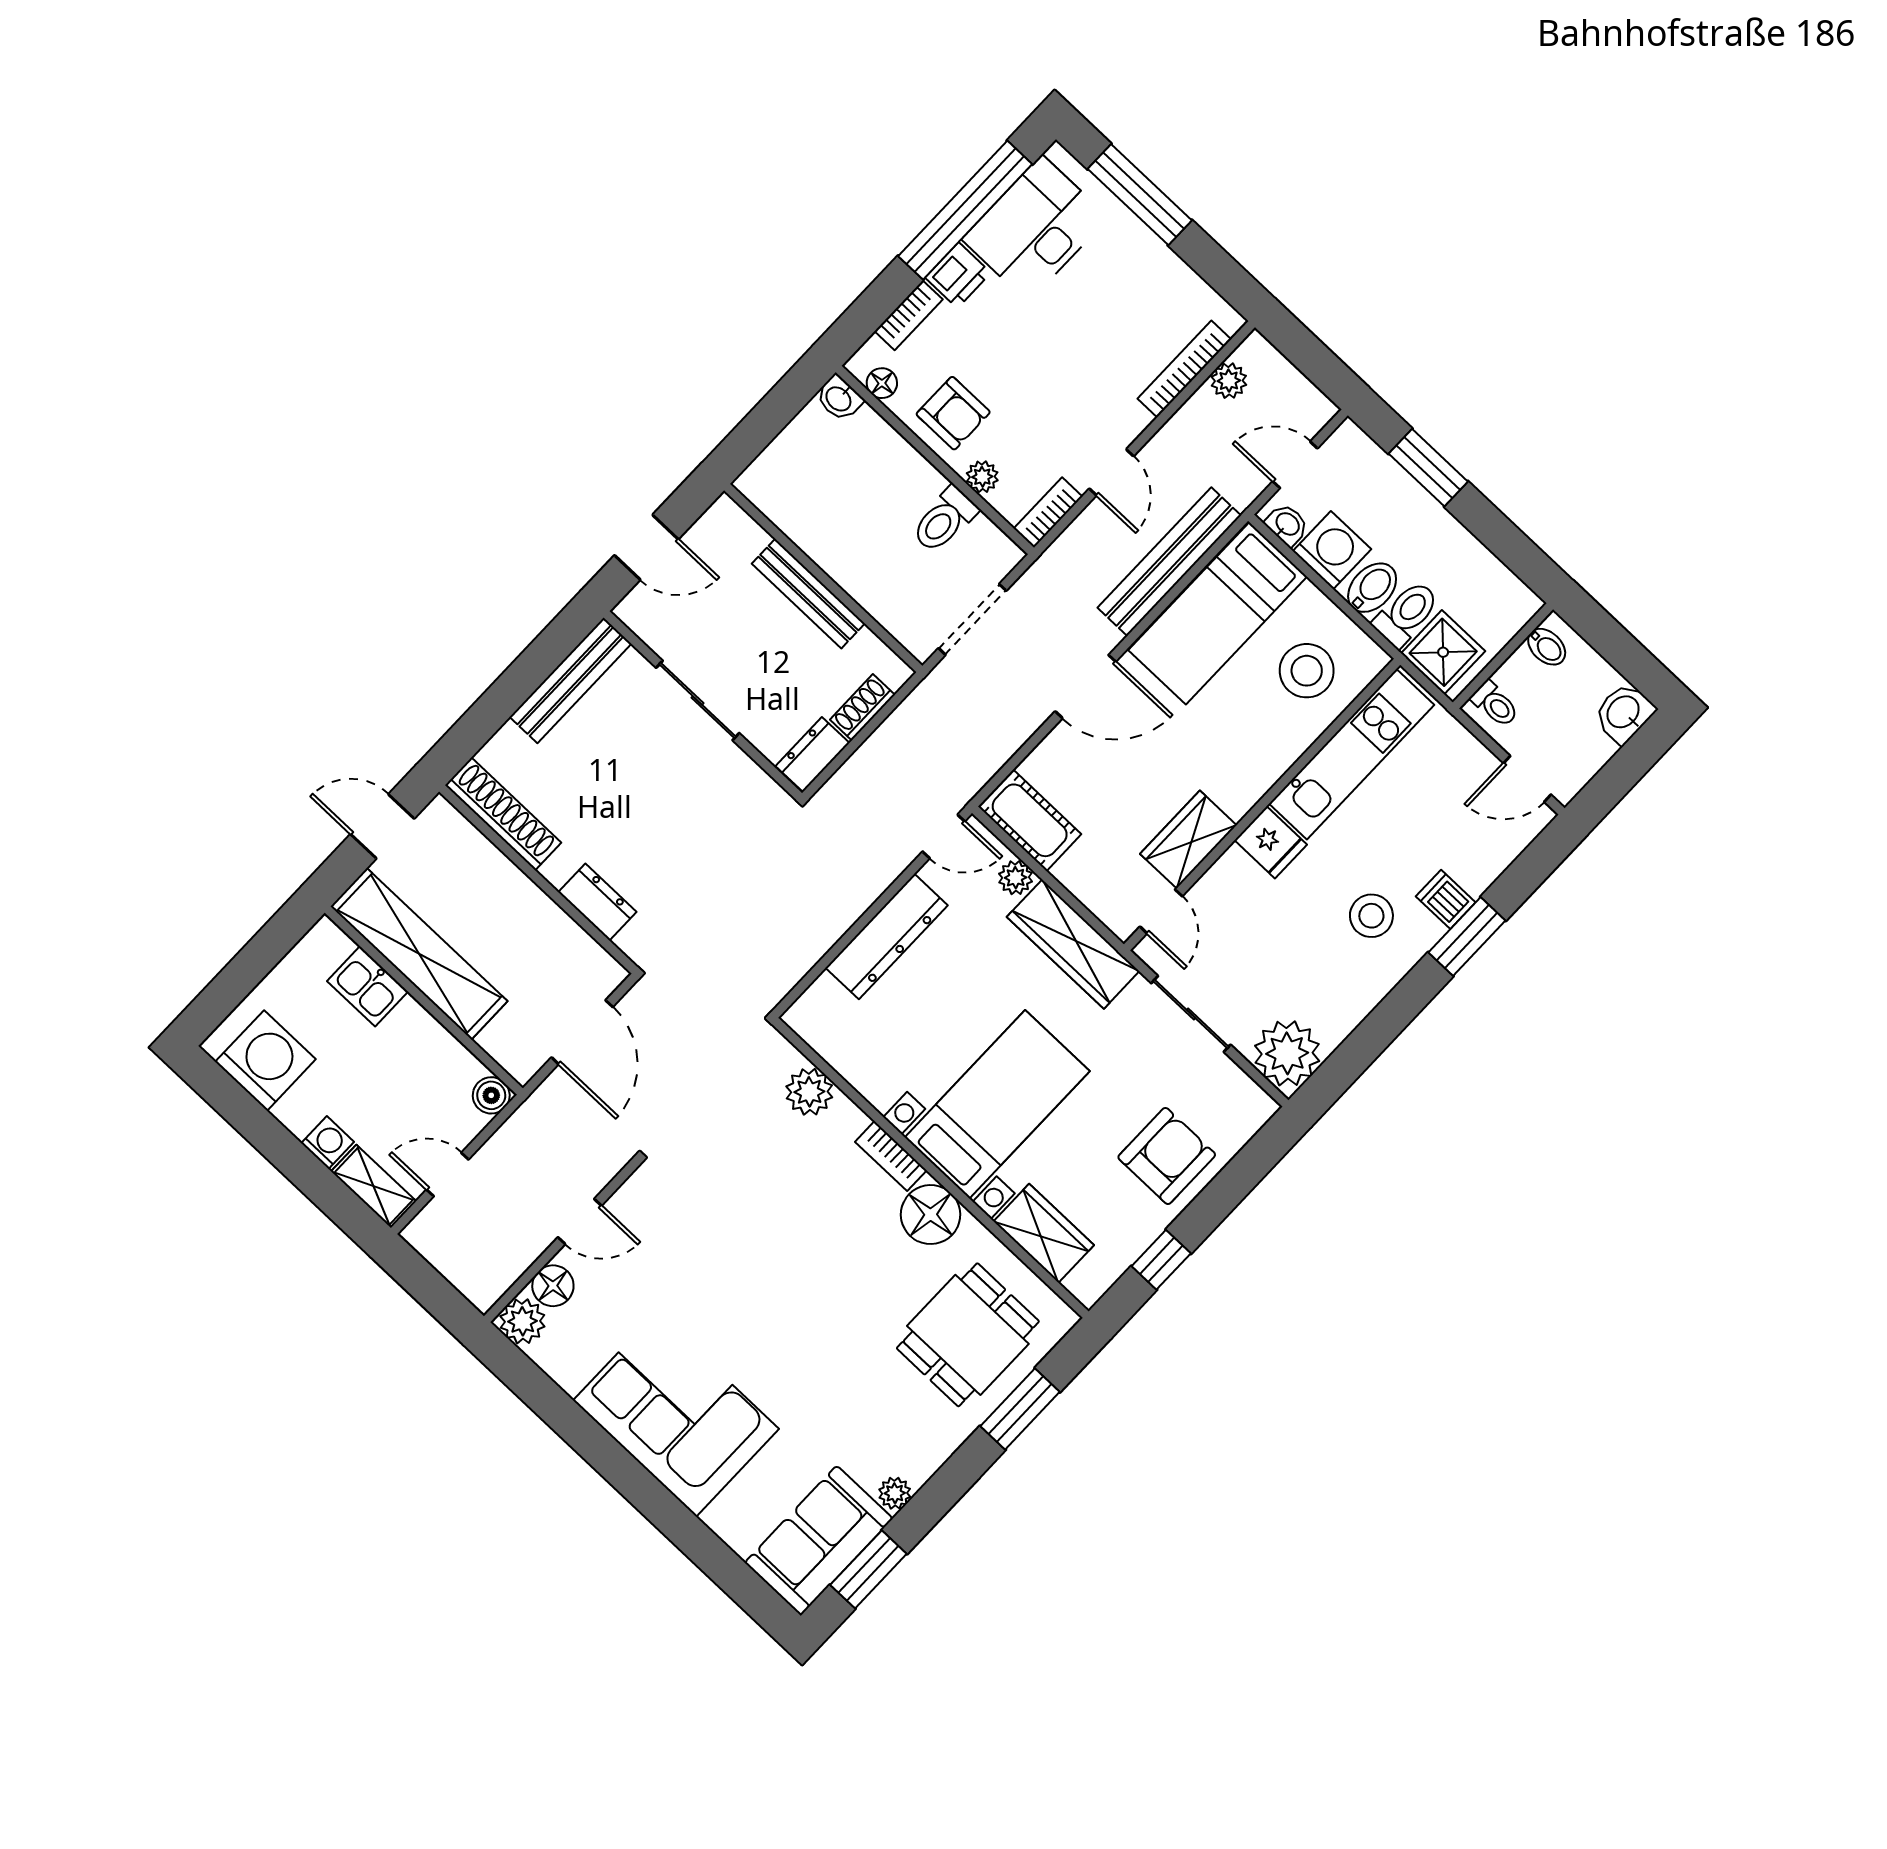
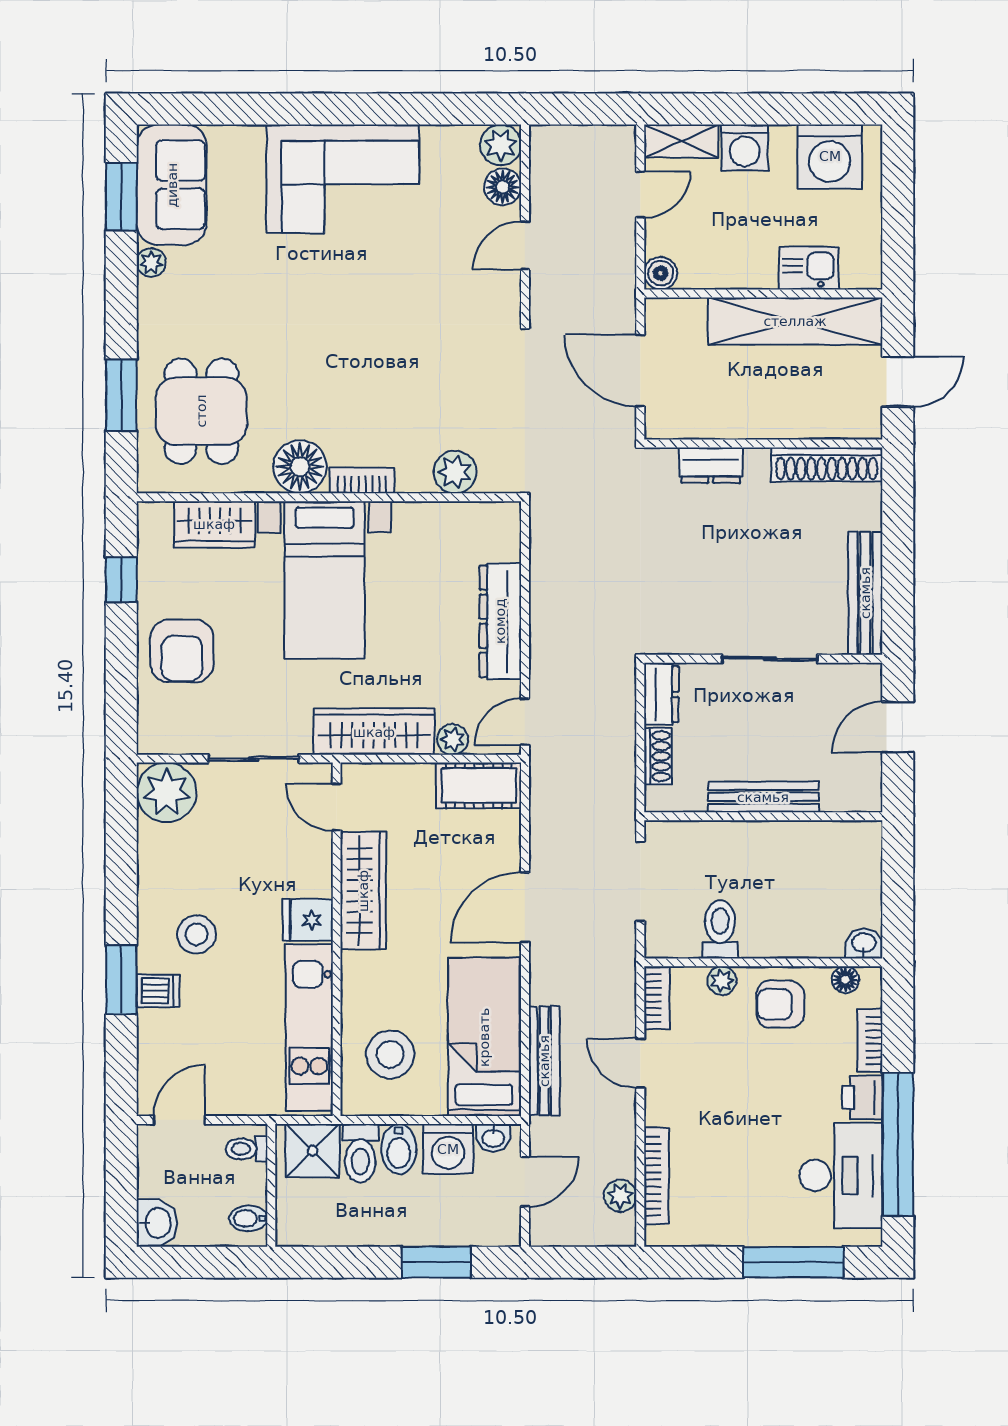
bench: (1169, 562) -> (544, 1061), width x0.73, depth x0.82
wardrobe: (1188, 840) -> (363, 891), width x1.50
washing machine: (328, 1143) -> (745, 148), width x1.38, depth x1.38

